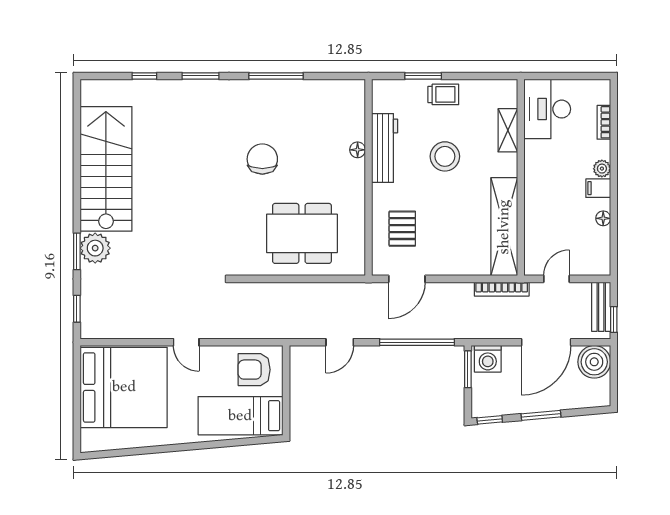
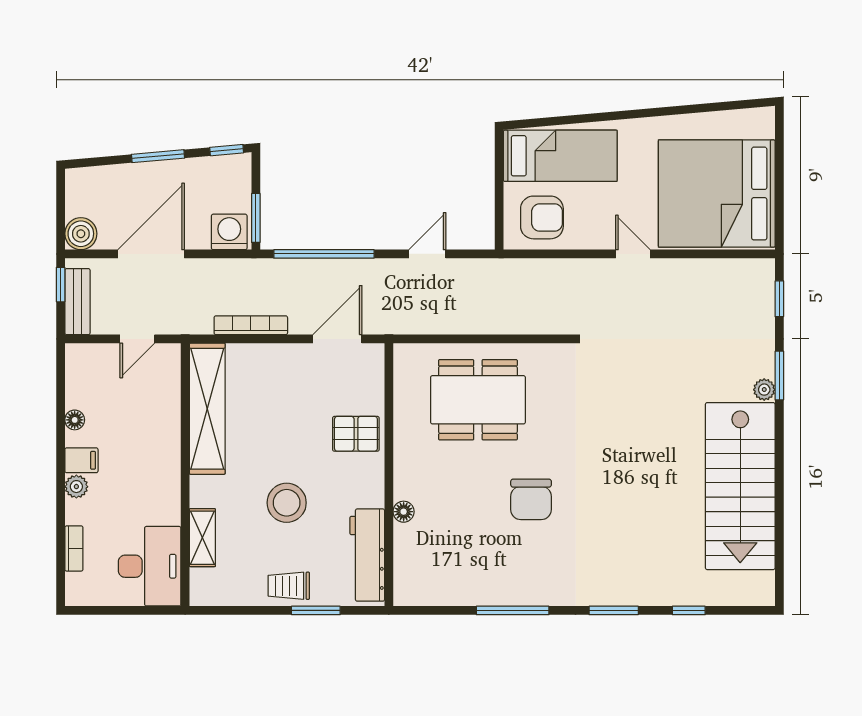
workbench: (385, 148) -> (367, 555), moved
pallet: (402, 229) -> (356, 434), moved, turned 90
plant: (95, 248) -> (764, 390), width x0.53, depth x0.53
bookcase: (502, 289) -> (251, 325), moved
boiler: (594, 362) -> (81, 234), width x0.73, depth x0.73

